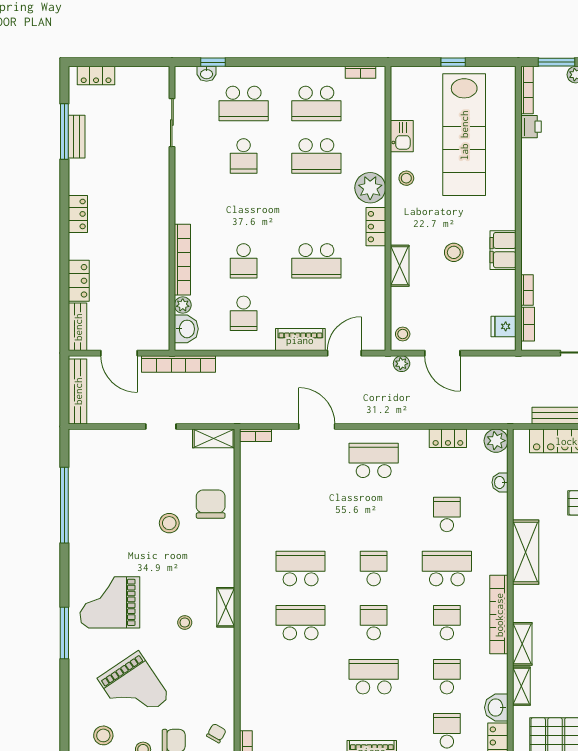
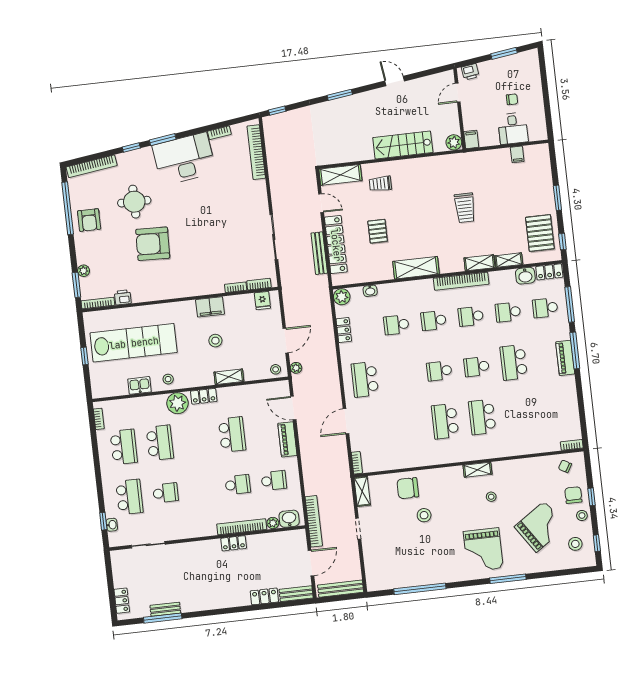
locker: (78, 214) -> (234, 543), moved, turned 180
school desk: (447, 569) -> (434, 321), width x0.54

